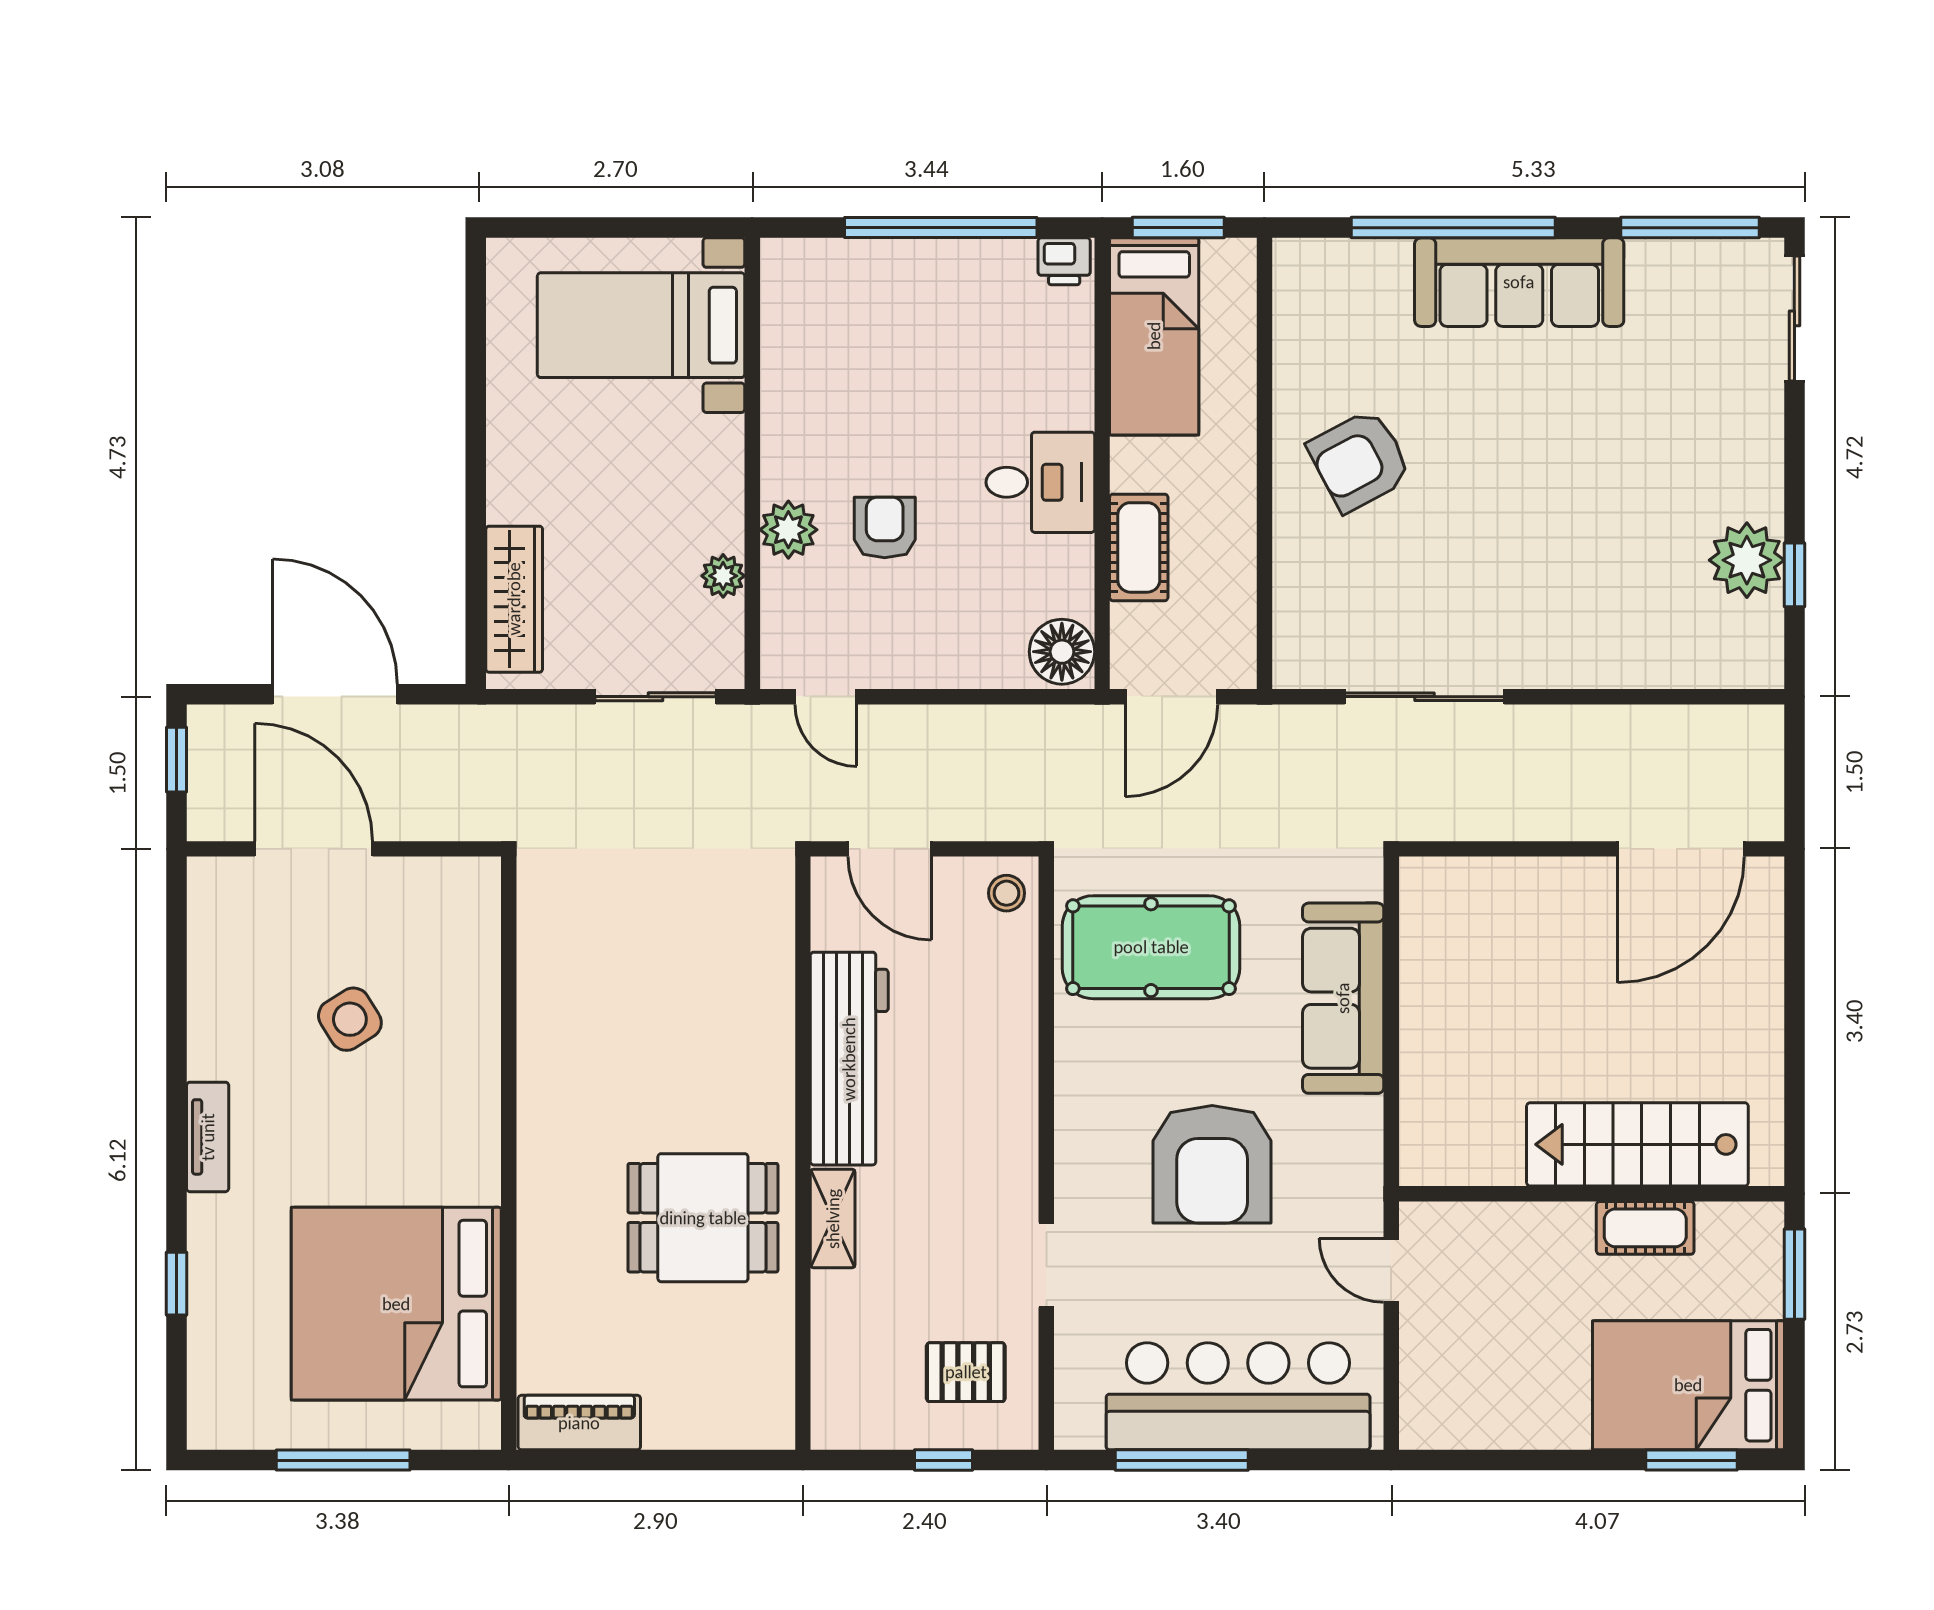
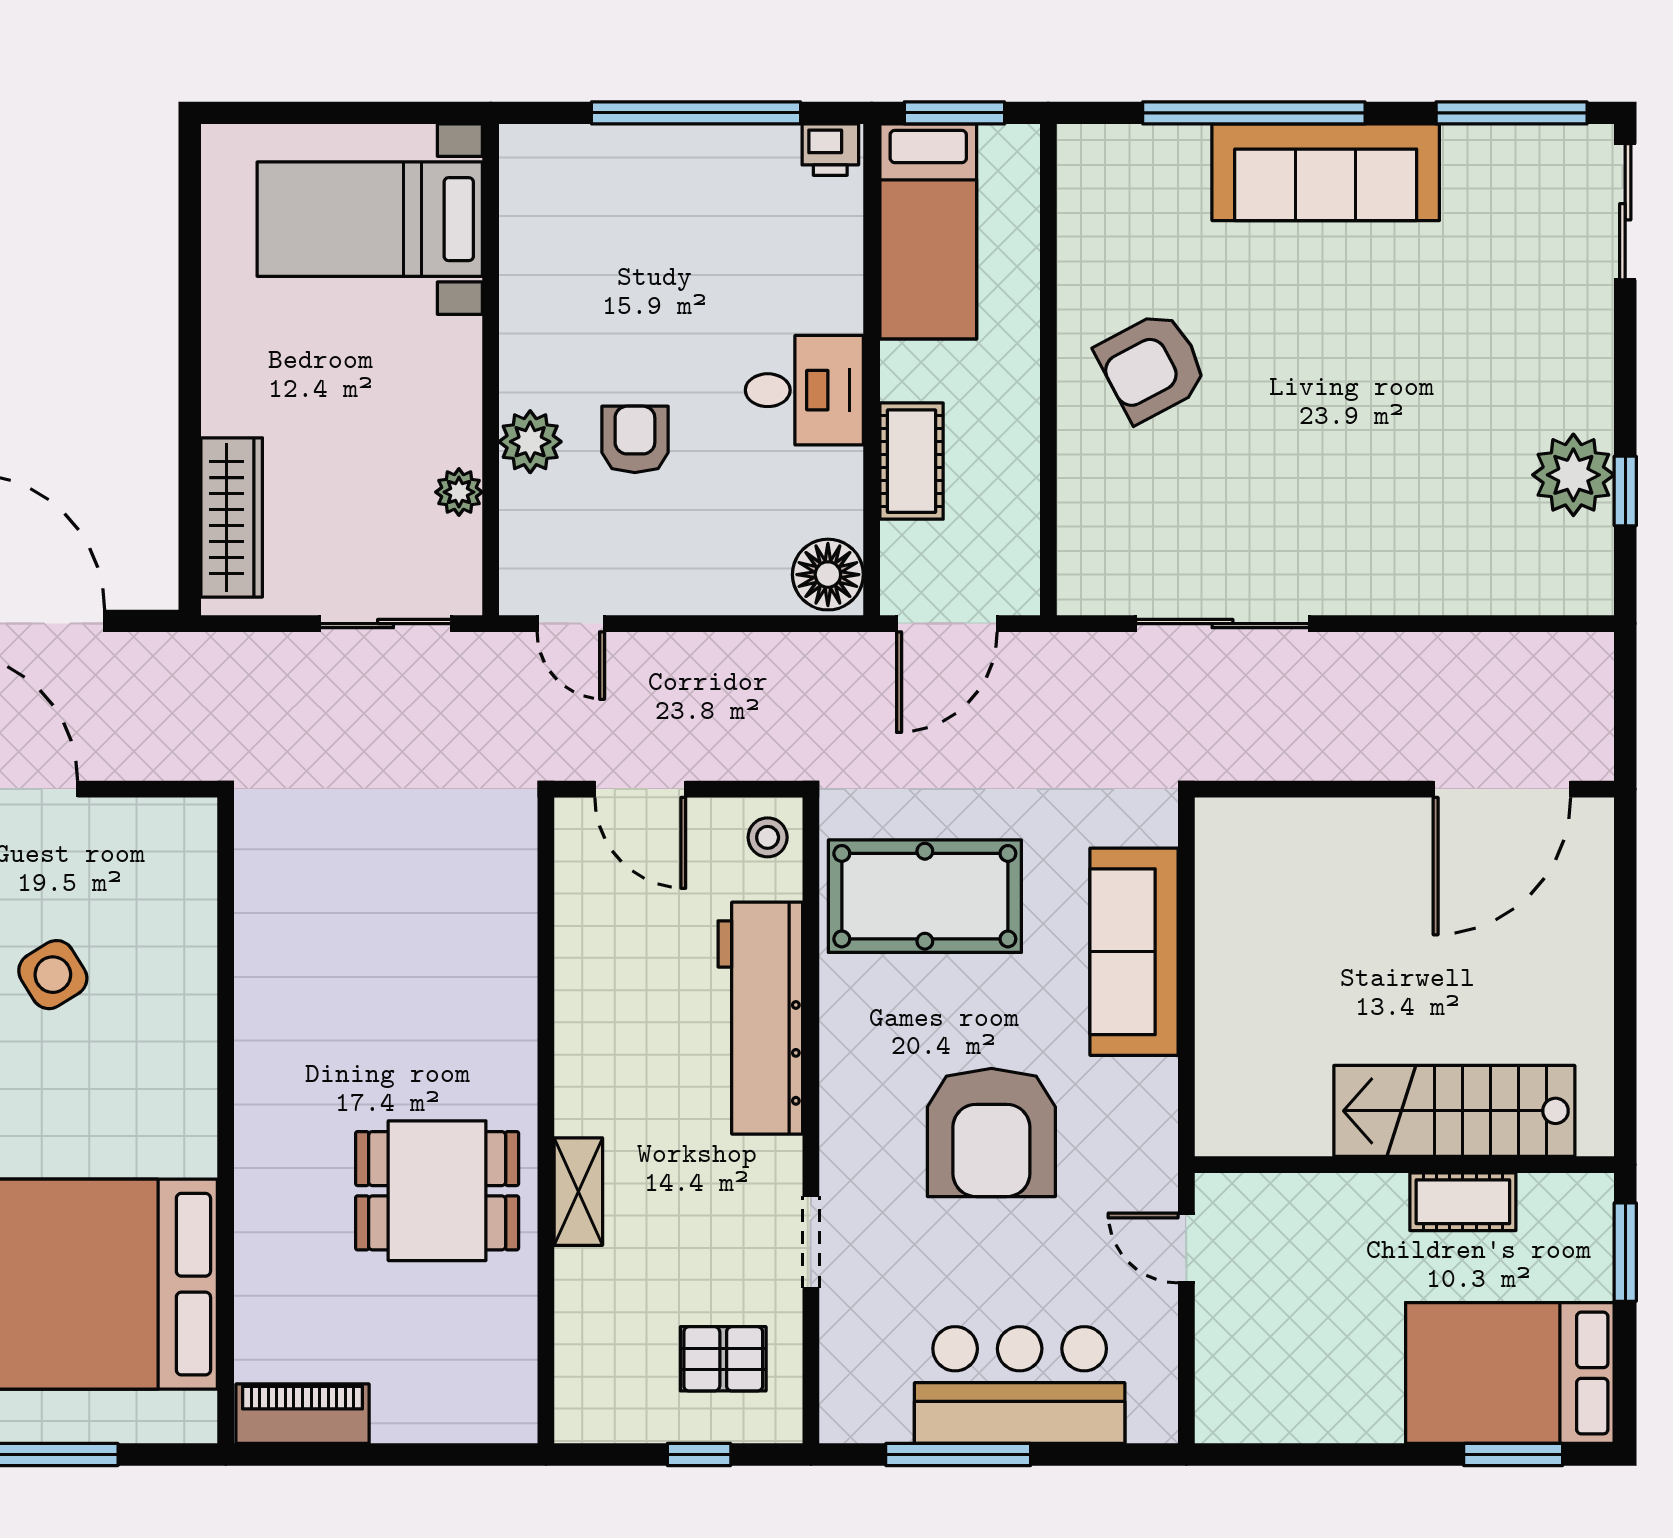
workbench: (849, 1059) -> (760, 1018), moved, turned 180
bar counter: (1238, 1396) -> (1020, 1385), width x0.73

